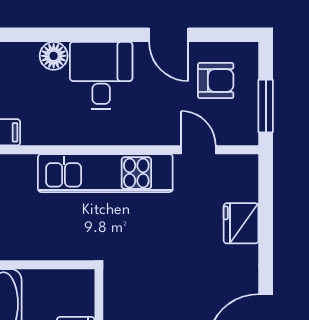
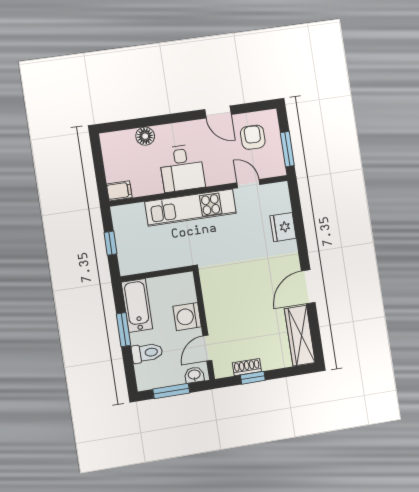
desk: (101, 76) -> (182, 168), moved, turned 180
armchair: (216, 81) -> (253, 137), turned -90

